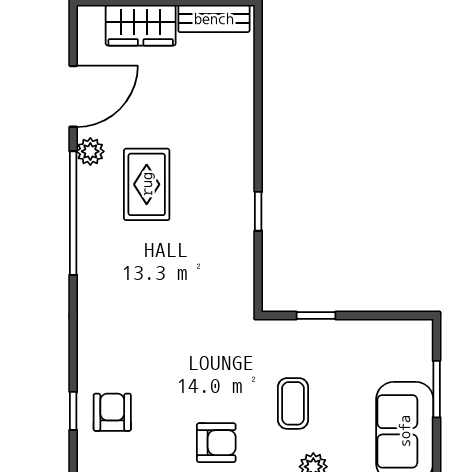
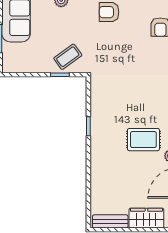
rug: (147, 184) -> (143, 140), turned 90
coffee table: (293, 403) -> (68, 57), moved, turned 54

